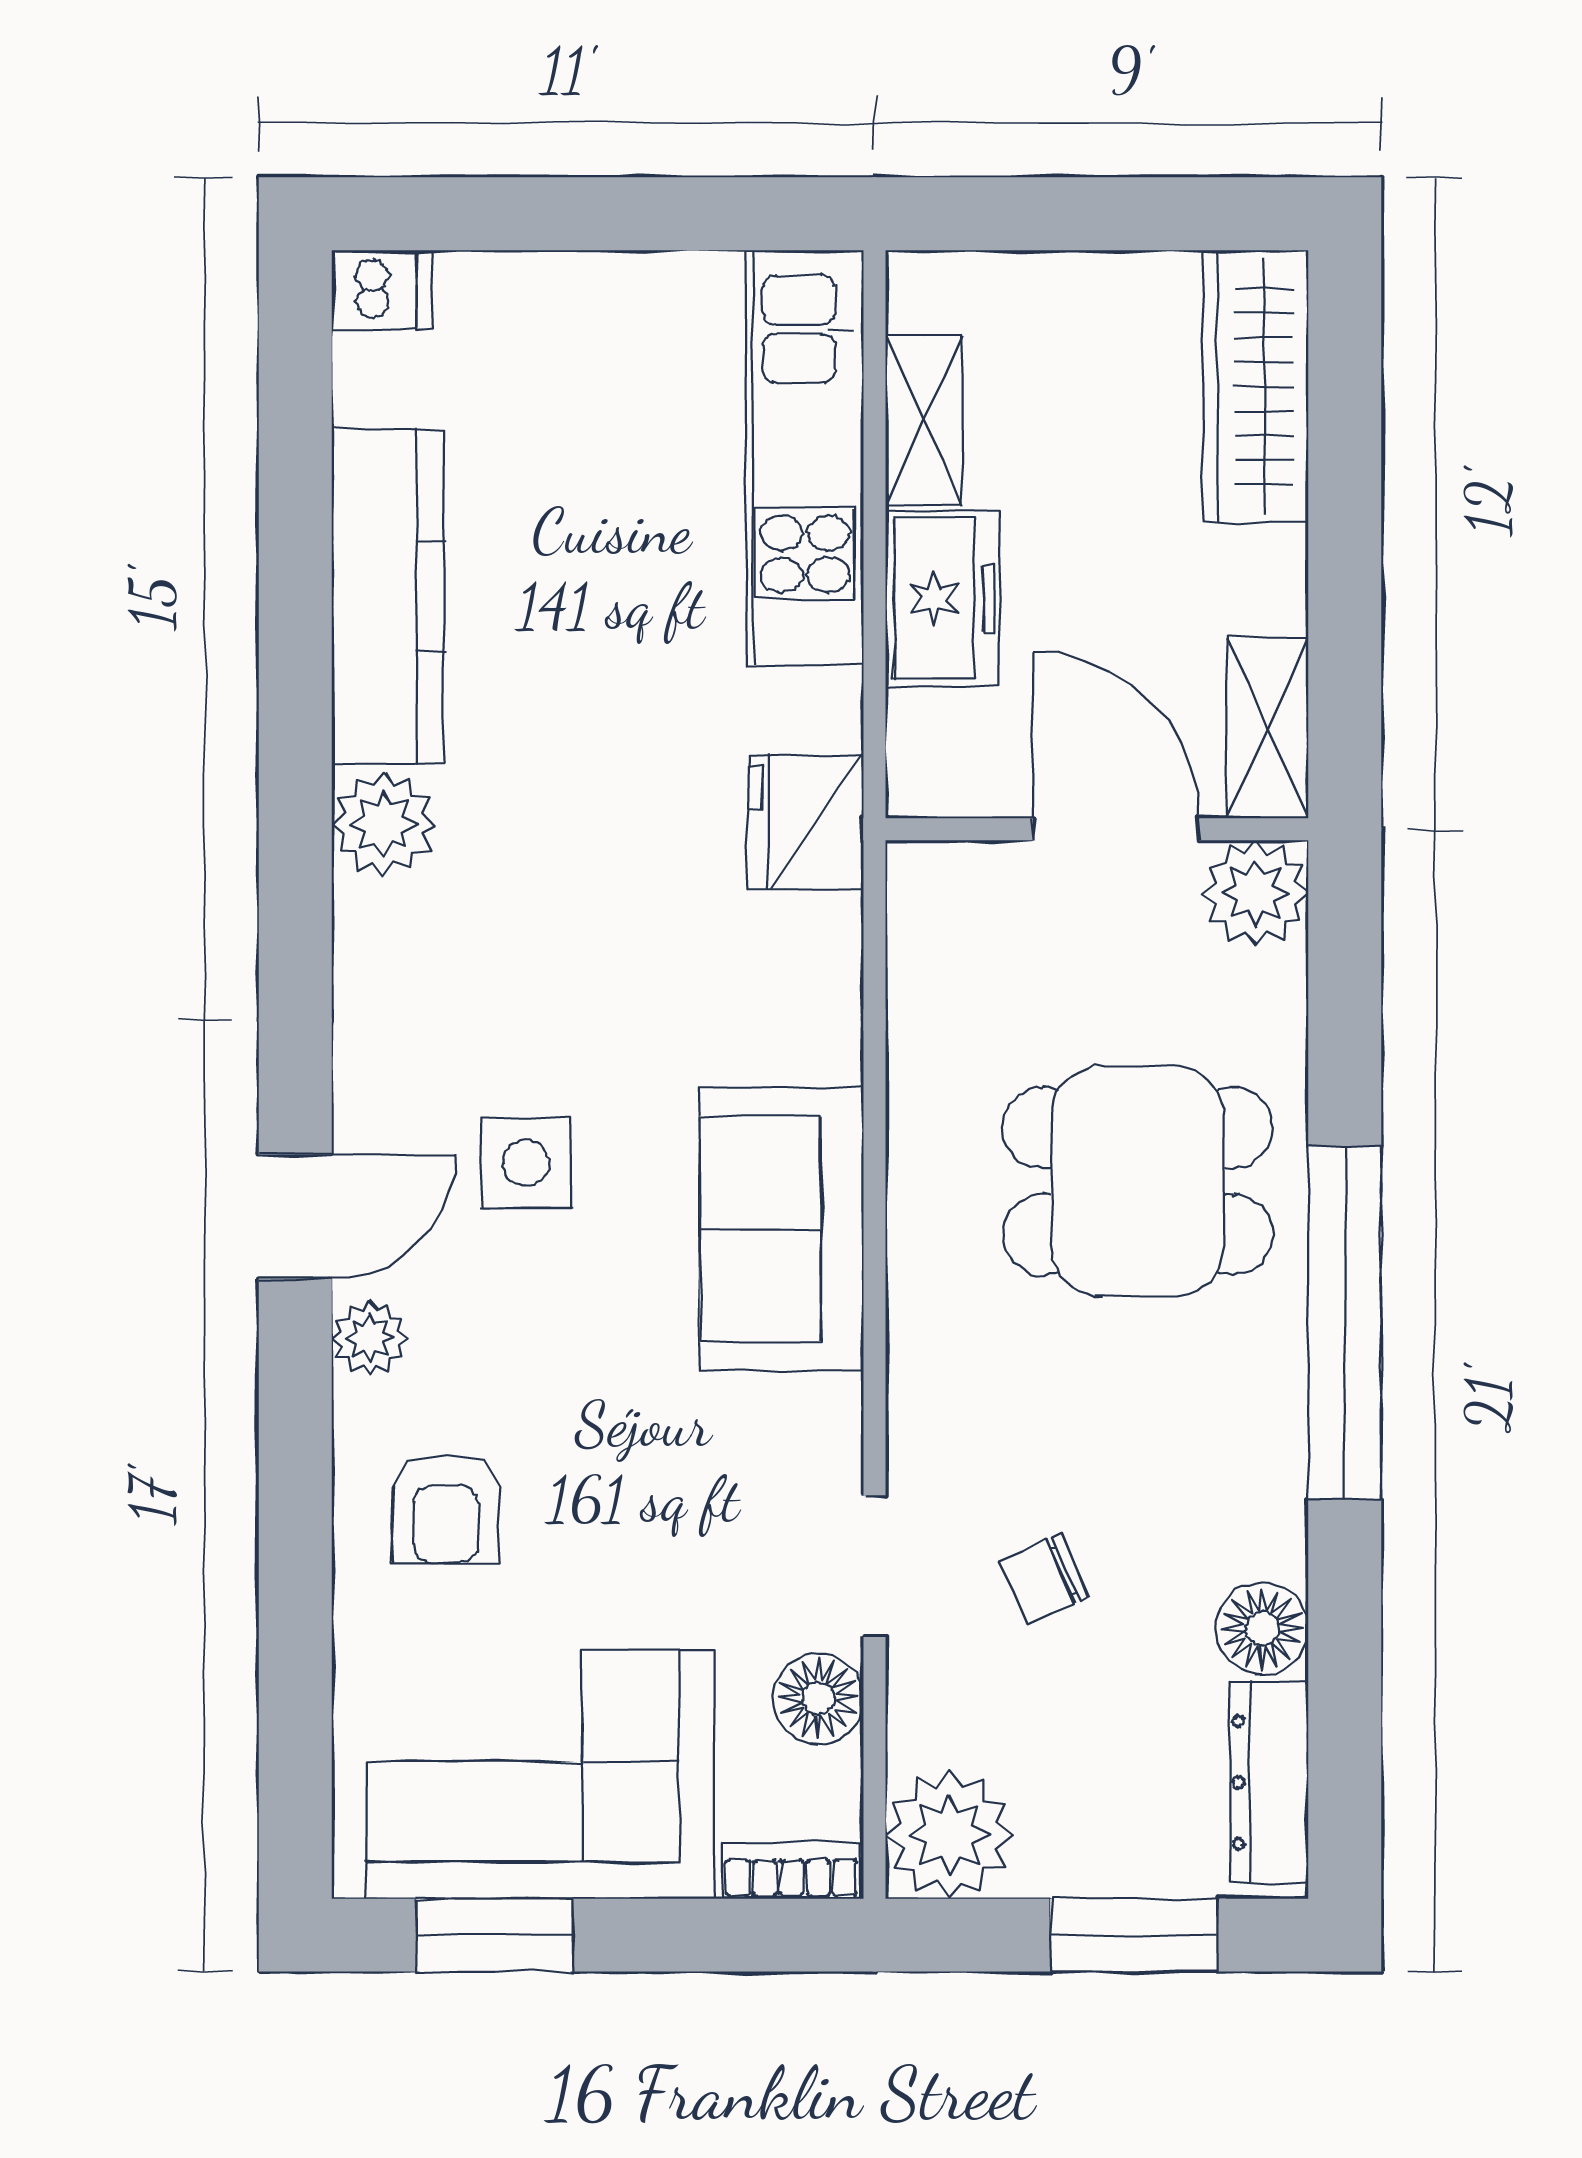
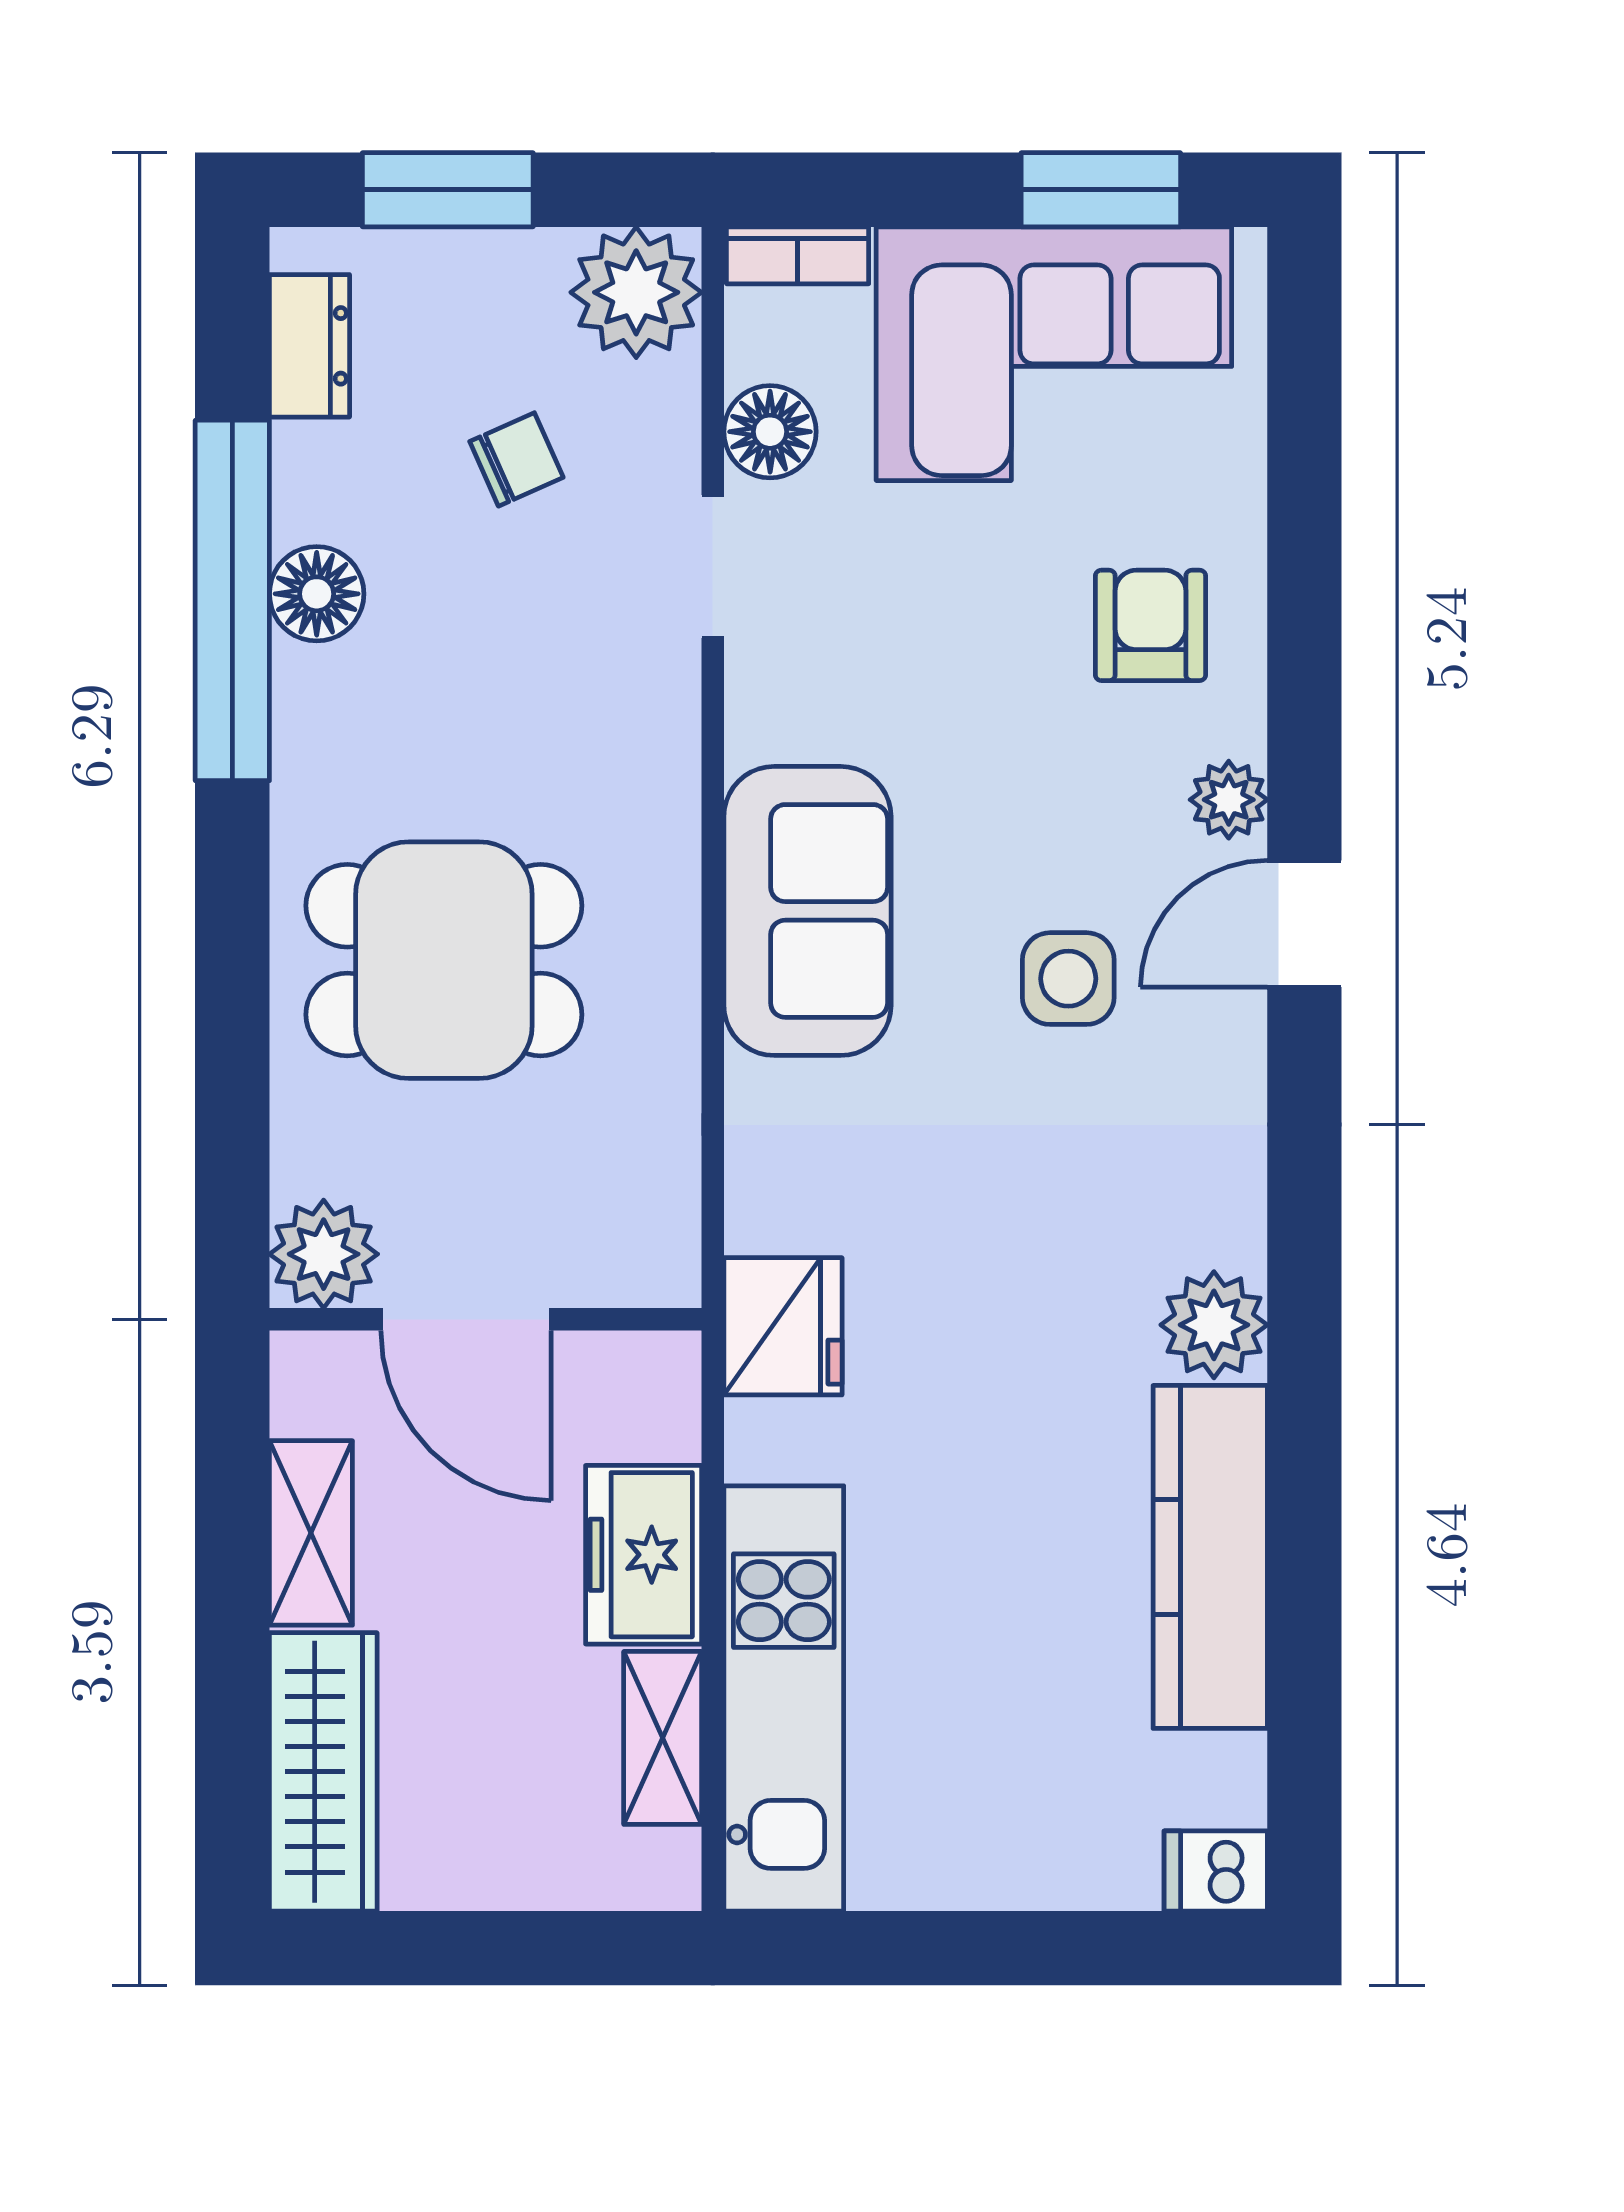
shelving: (1268, 728) -> (311, 1533), moved
window: (1345, 1323) -> (232, 600), moved
chair: (1044, 1579) -> (516, 459), moved
floor lamp: (1262, 1629) -> (317, 594), moved
dresser: (1269, 1782) -> (310, 346), width x0.70

